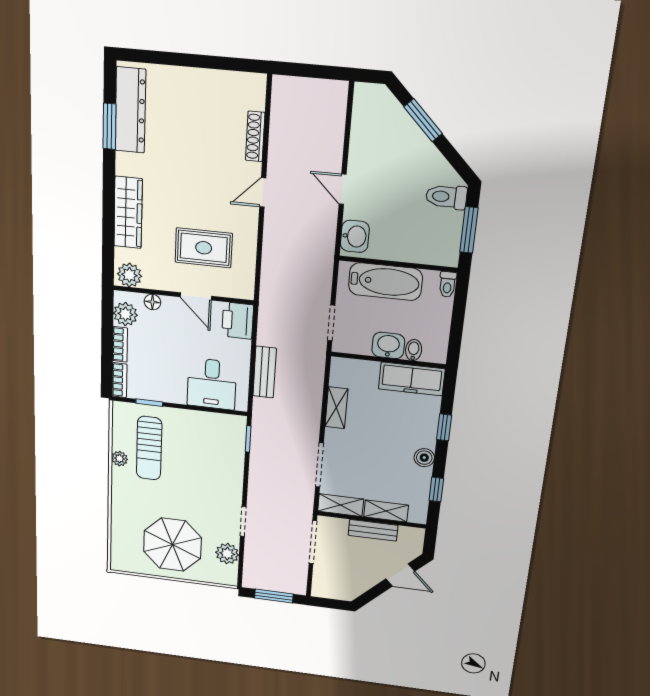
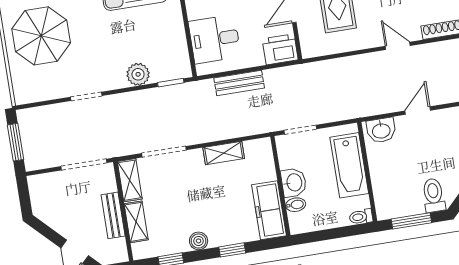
plant: (227, 554) -> (138, 74), moved

